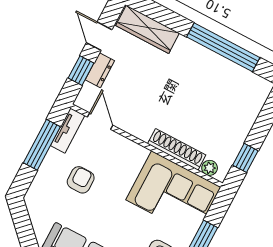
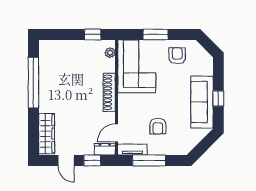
door: (99, 36) -> (66, 160), hinge flipped
dresser: (100, 70) -> (105, 149), moved
shoe rack: (177, 149) -> (109, 92), moved
armchair: (81, 180) -> (158, 126), turned -90

